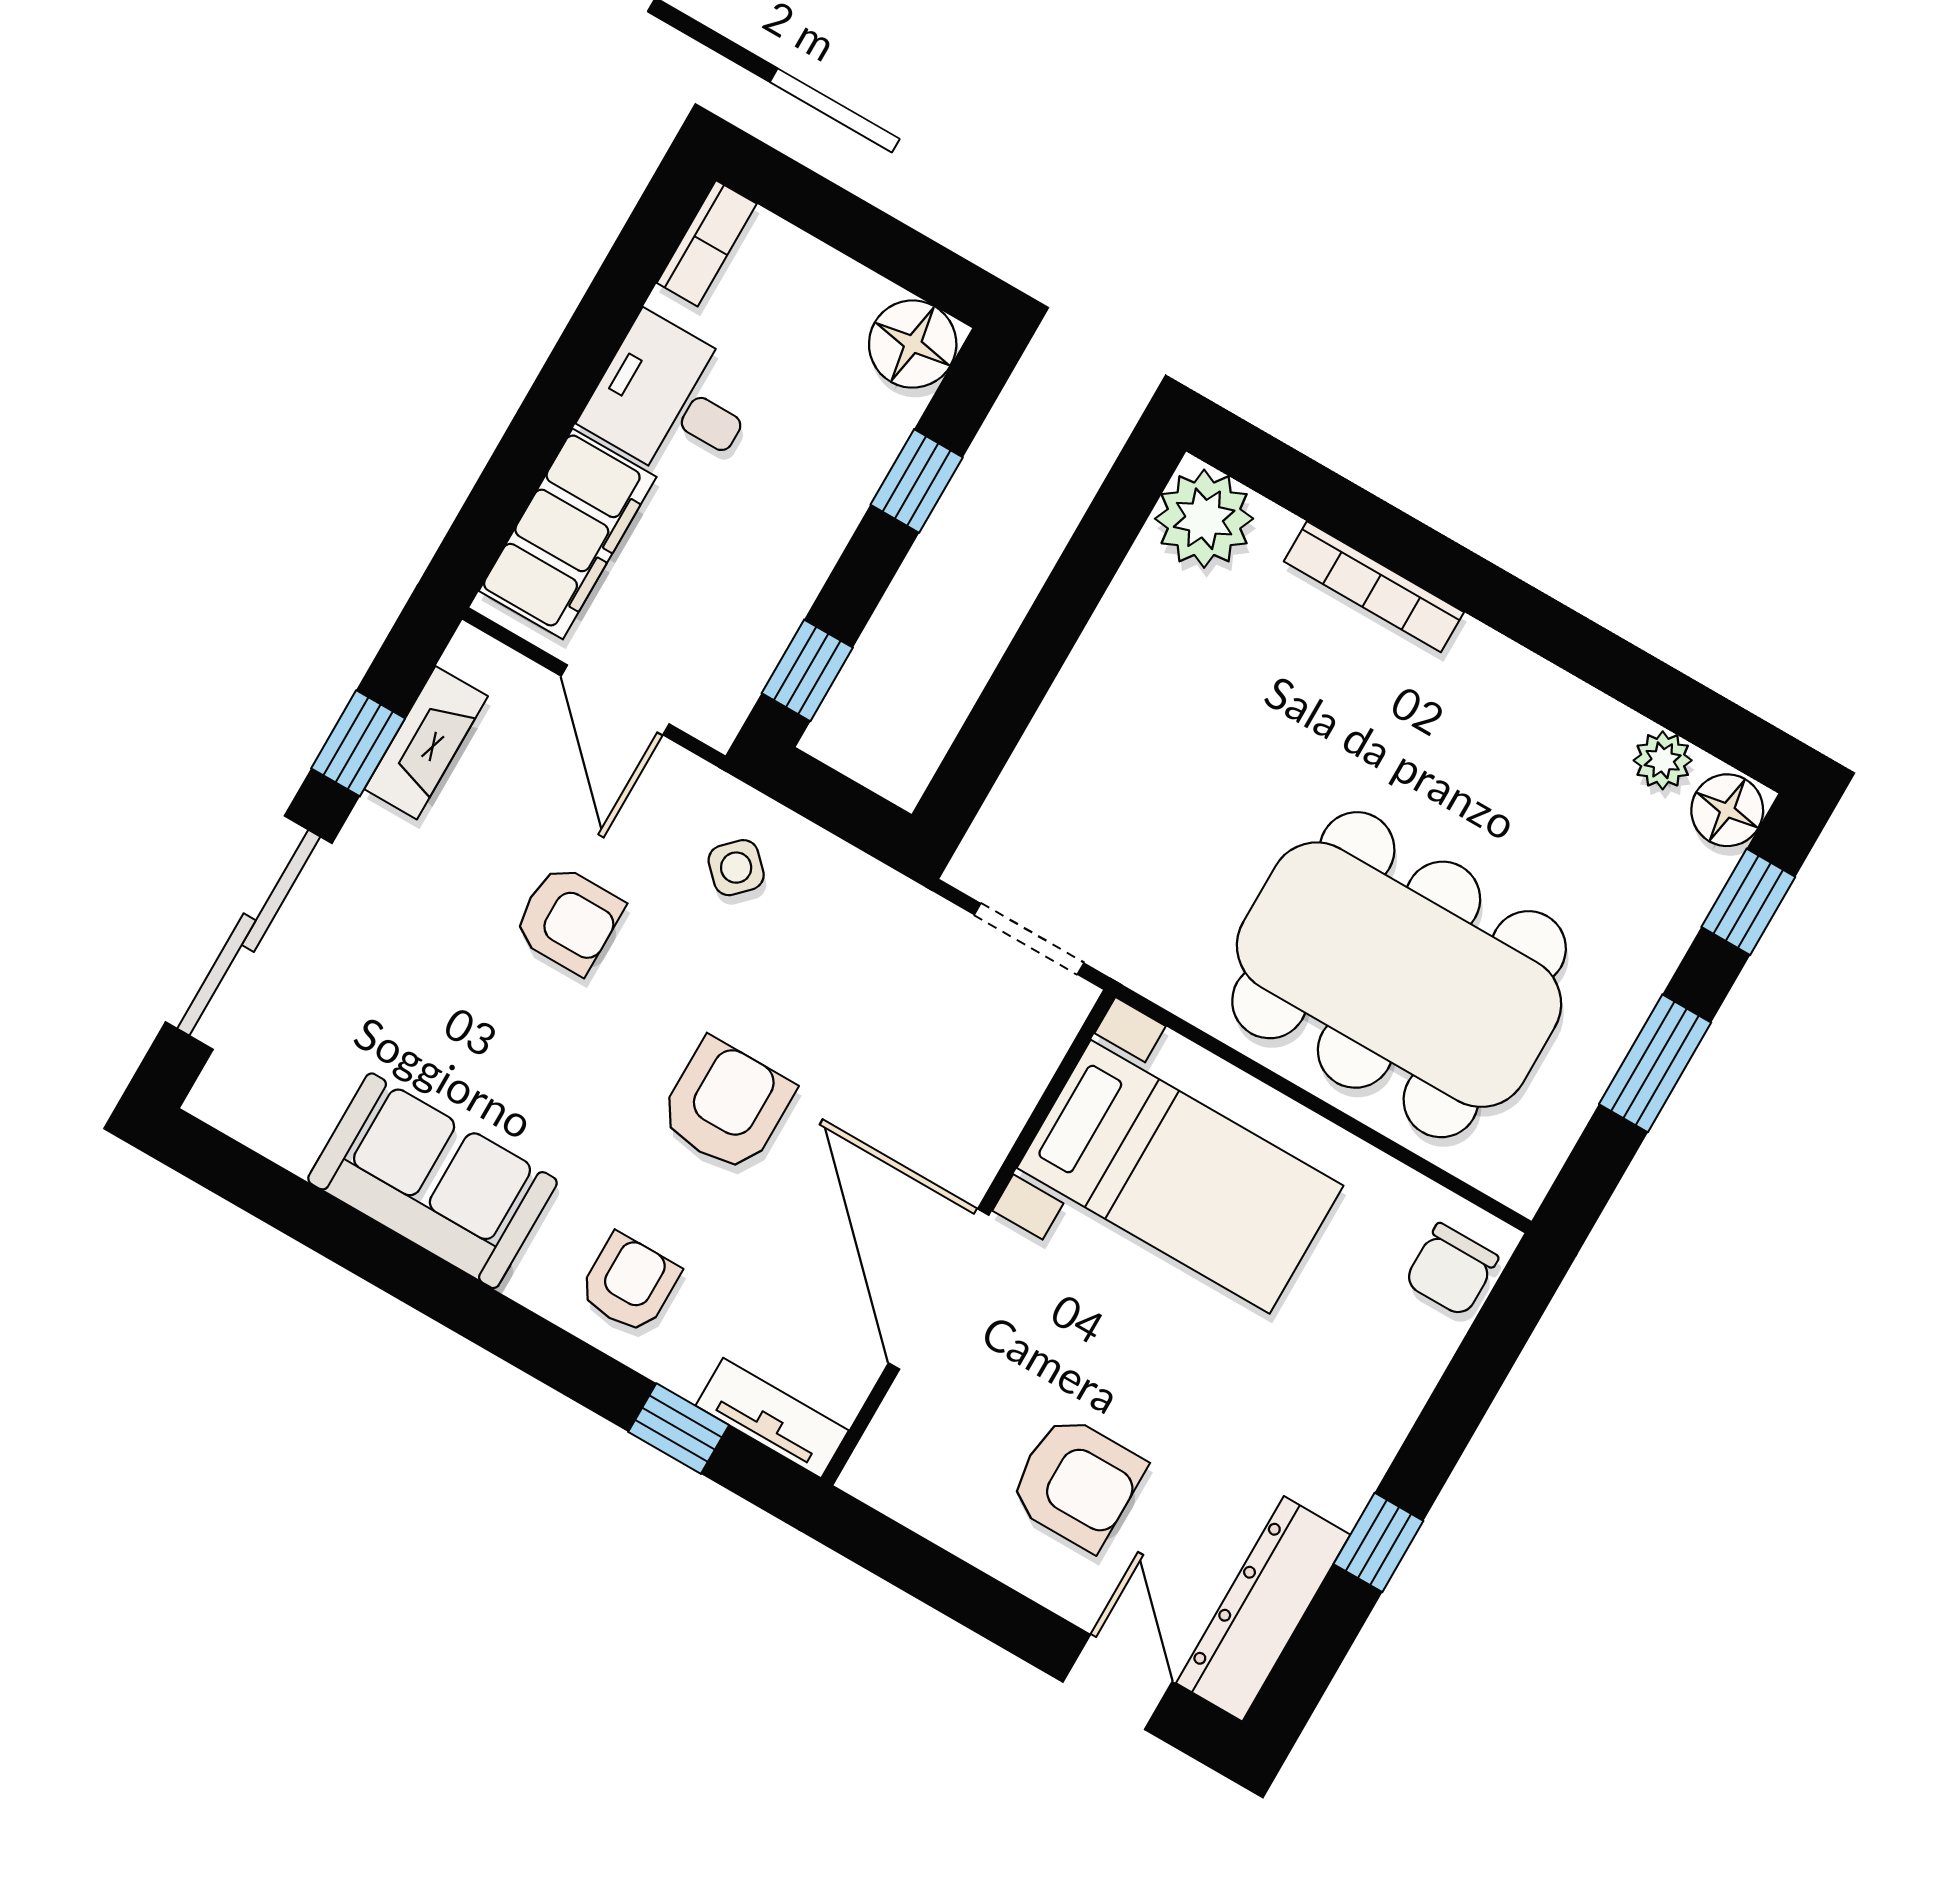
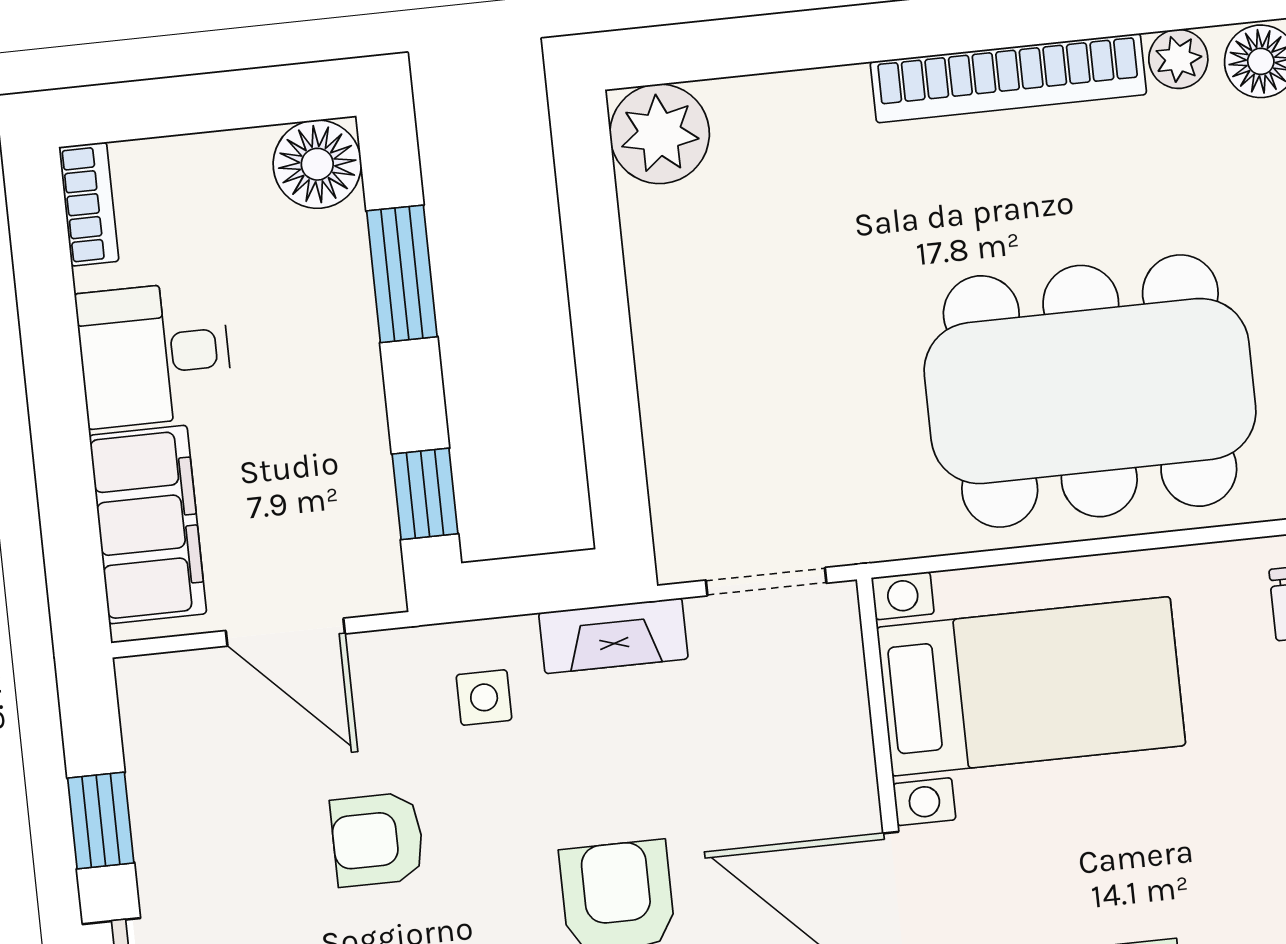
window: (917, 481) -> (402, 274), width x1.50
bookcase: (1374, 587) -> (1008, 78), moved, width x1.48, depth x1.31
fireplace: (426, 743) -> (613, 636), moved, turned 90
side table: (736, 868) -> (484, 697), turned 45
armchair: (568, 919) -> (377, 839), turned 180

